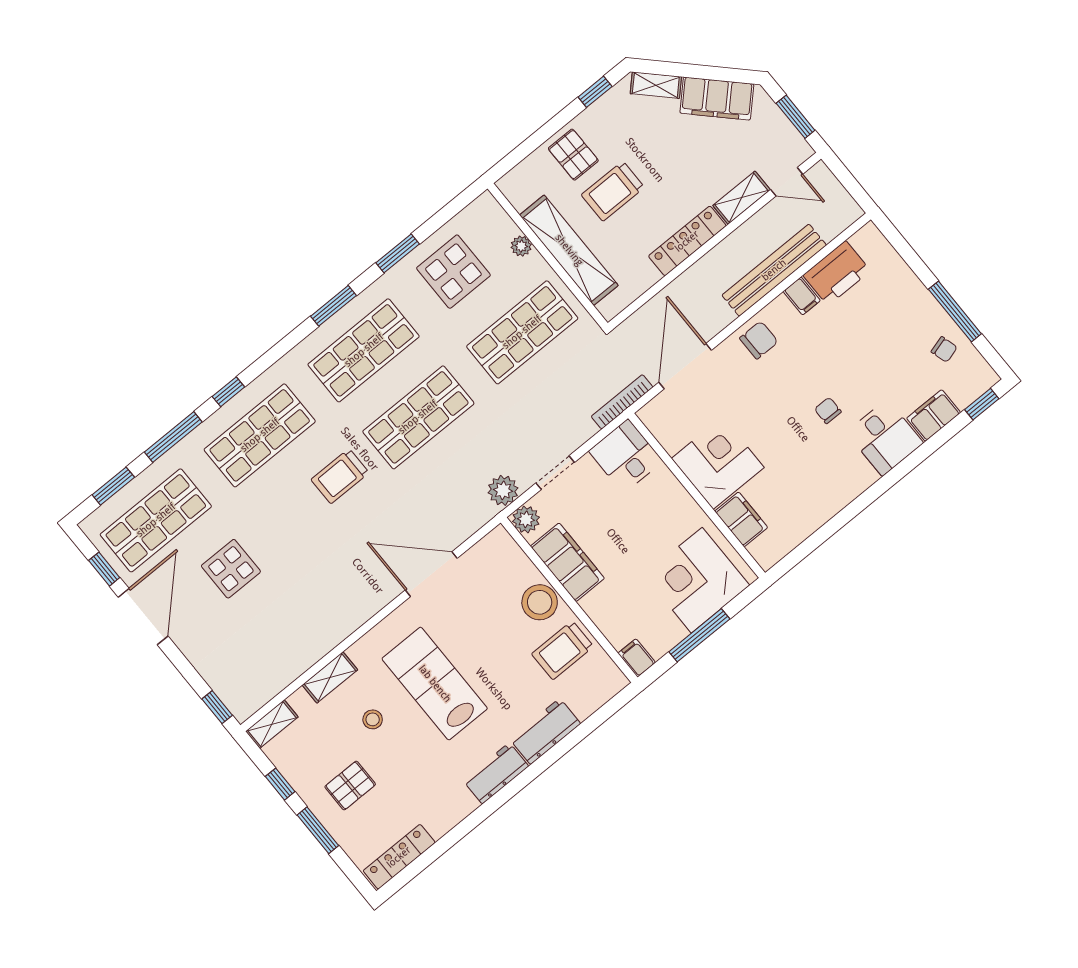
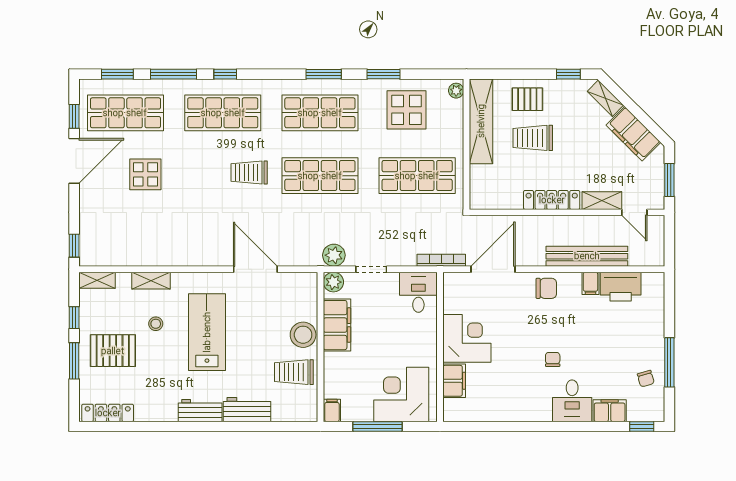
pallet: (573, 155) -> (527, 99), turned 90
plant: (521, 246) -> (456, 91), moved
shelving: (569, 250) -> (481, 121), moved
pallet: (350, 786) -> (113, 351), width x1.50, depth x1.42

